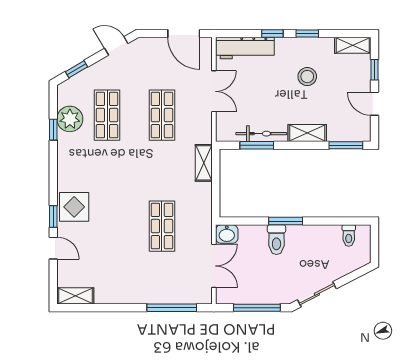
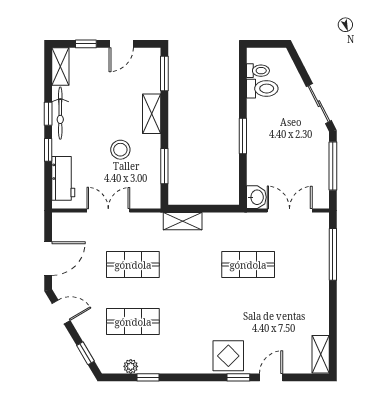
door: (184, 33) -> (48, 259), moved
door: (116, 46) -> (61, 312), swing flipped
workbench: (245, 48) -> (63, 178), width x0.73
stool: (307, 77) -> (120, 150), moved
plant: (70, 119) -> (131, 366), width x0.53, depth x0.53
bicycle: (261, 134) -> (60, 113), moved, turned 180
toilet: (276, 240) -> (262, 89), moved

